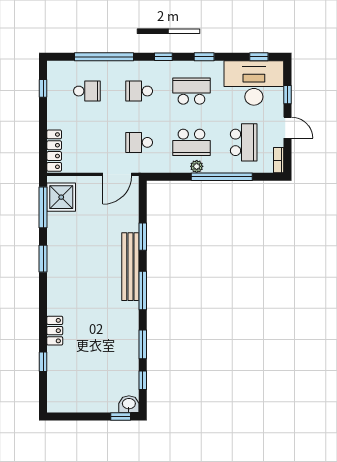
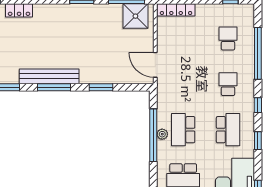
school desk: (87, 91) -> (228, 38), turned 180
school desk: (139, 142) -> (183, 84), removed
window: (222, 177) -> (153, 135), moved
bench: (130, 267) -> (49, 76), moved

